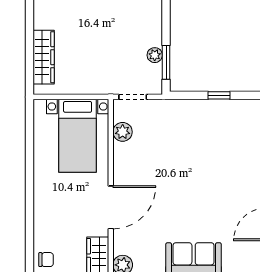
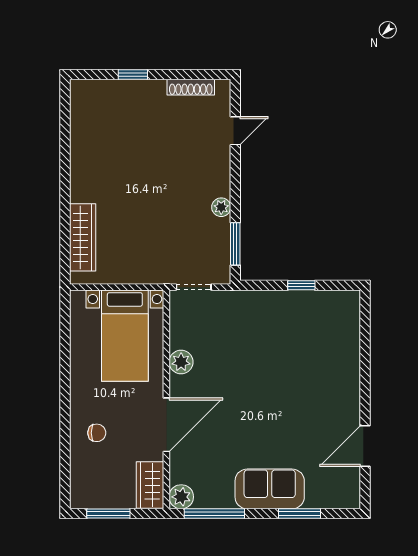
plant: (155, 55) -> (221, 207), moved
plant: (123, 132) -> (181, 362), moved
chair: (46, 260) -> (97, 433), moved

